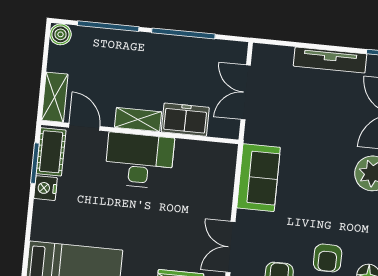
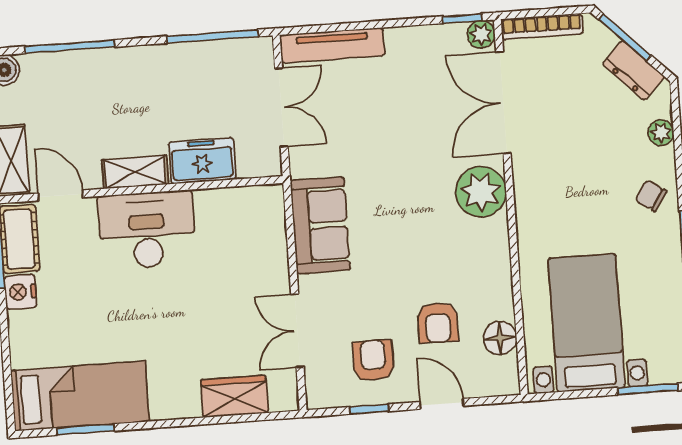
window: (183, 33) -> (212, 36), moved
tv unit: (330, 60) -> (332, 45), moved
double door: (246, 92) -> (281, 107), swing flipped

